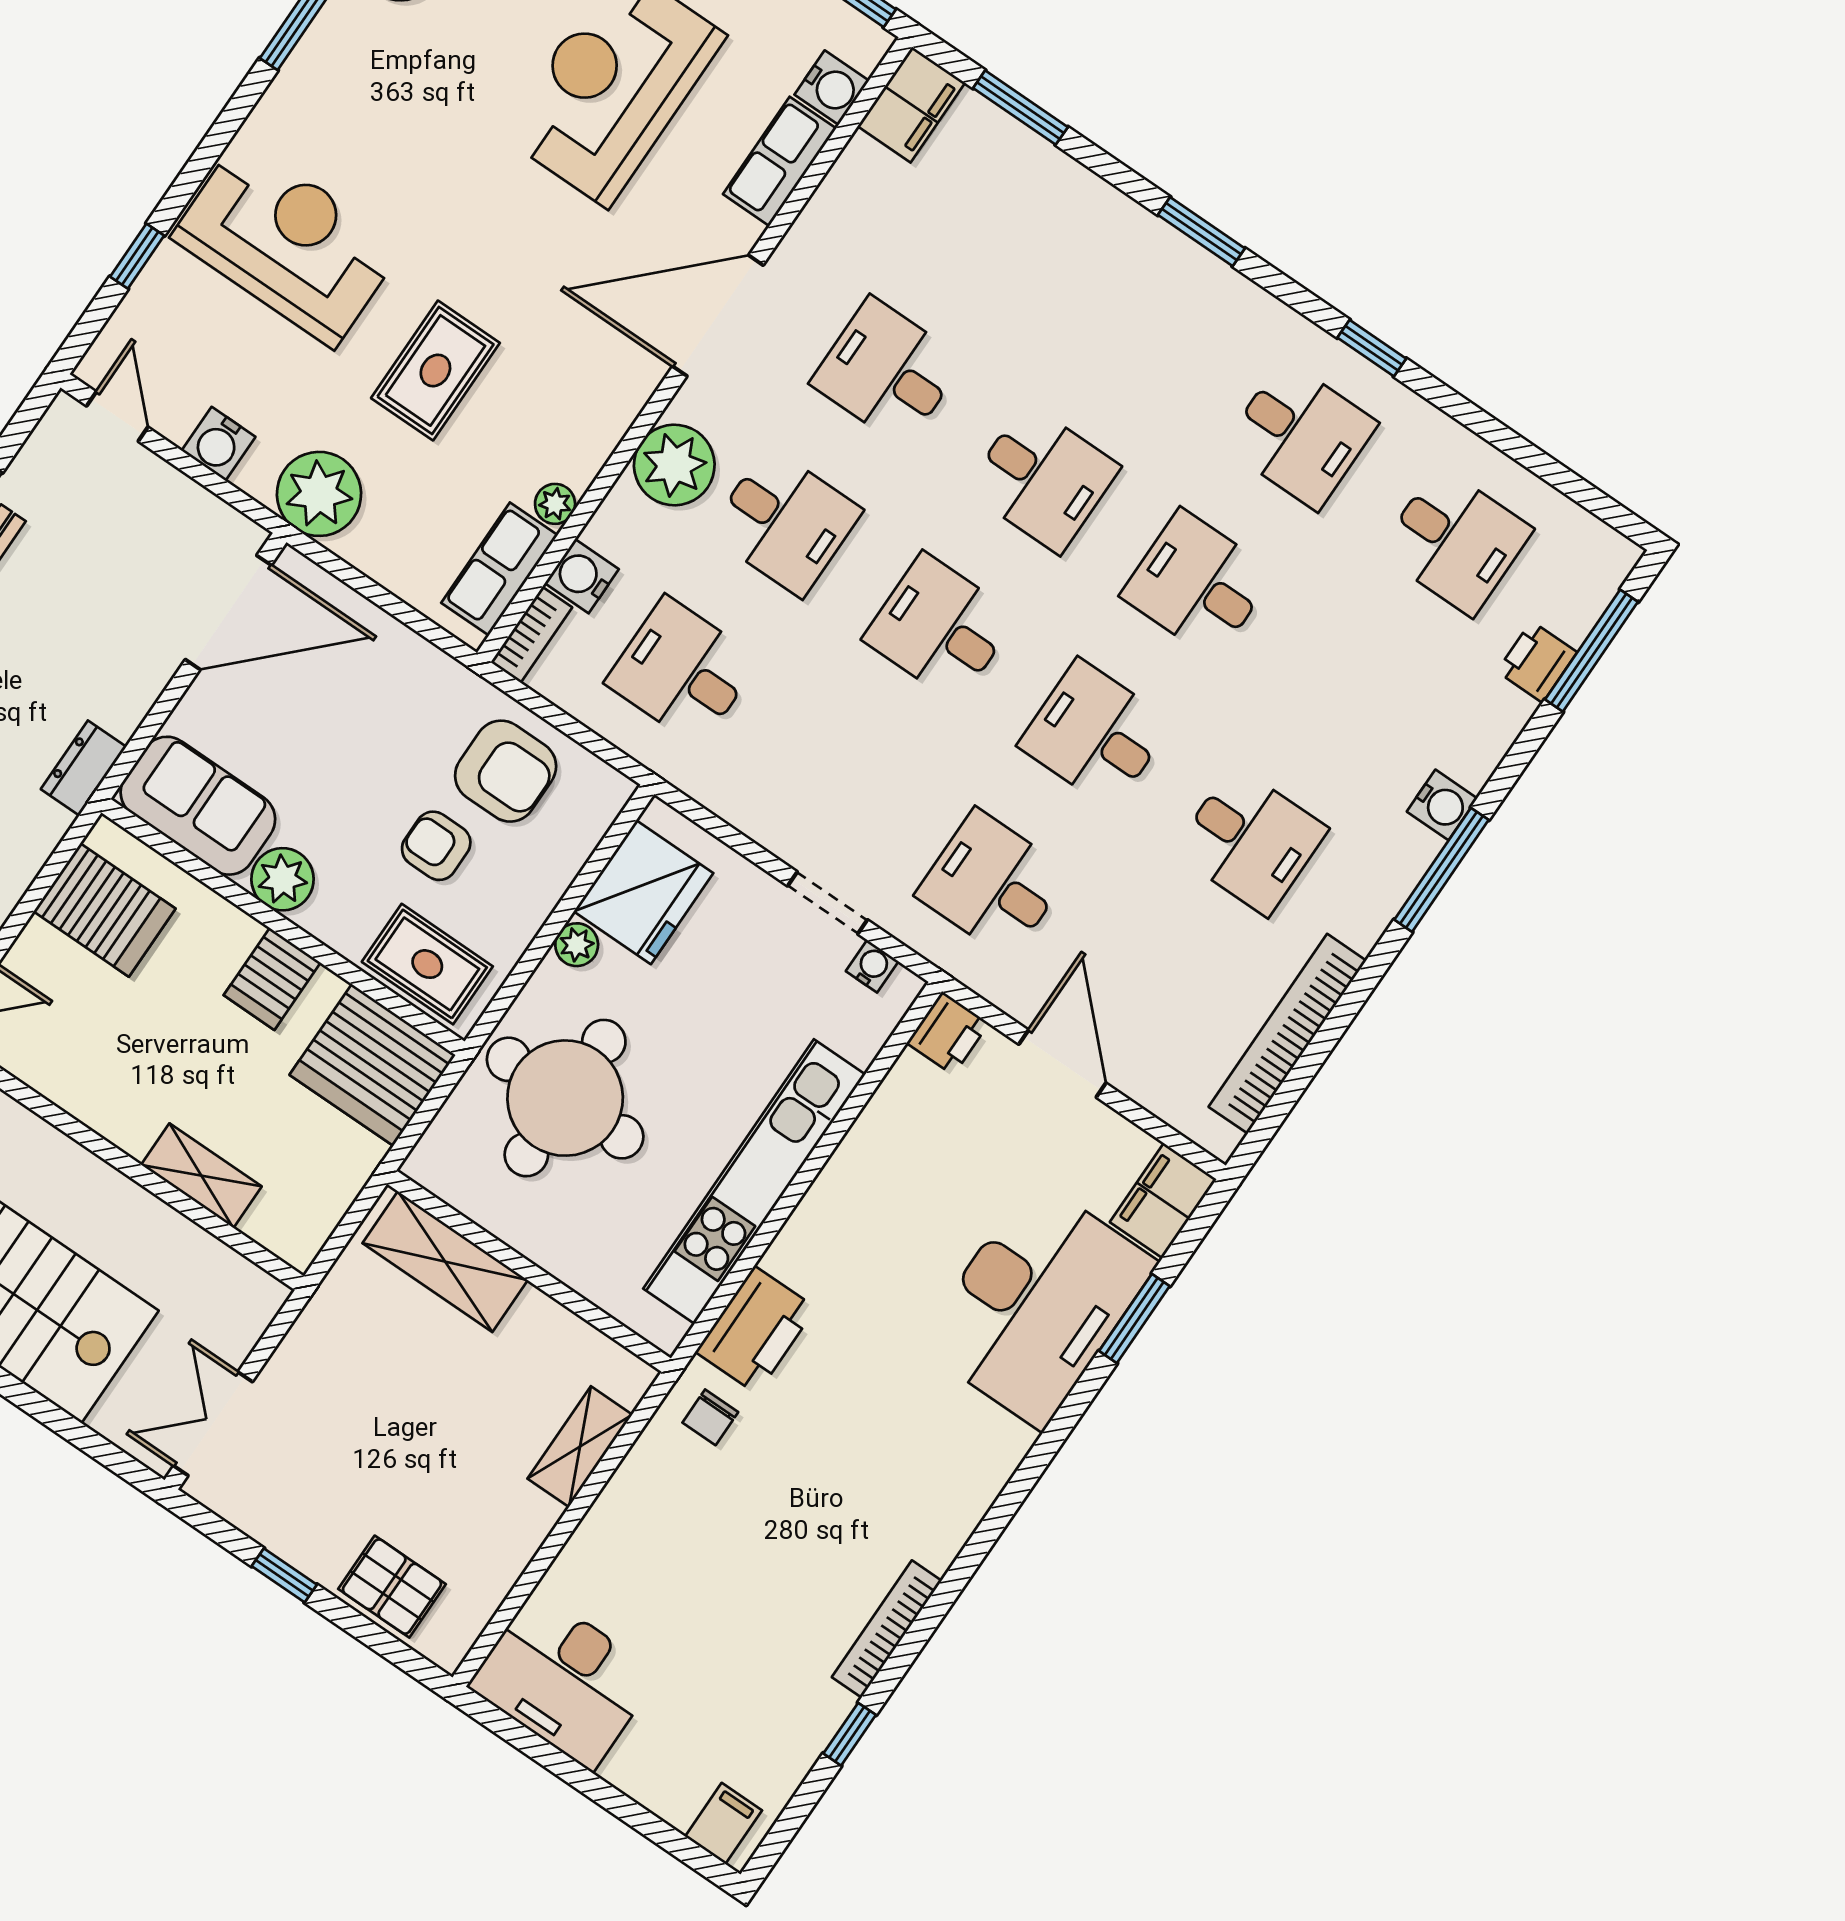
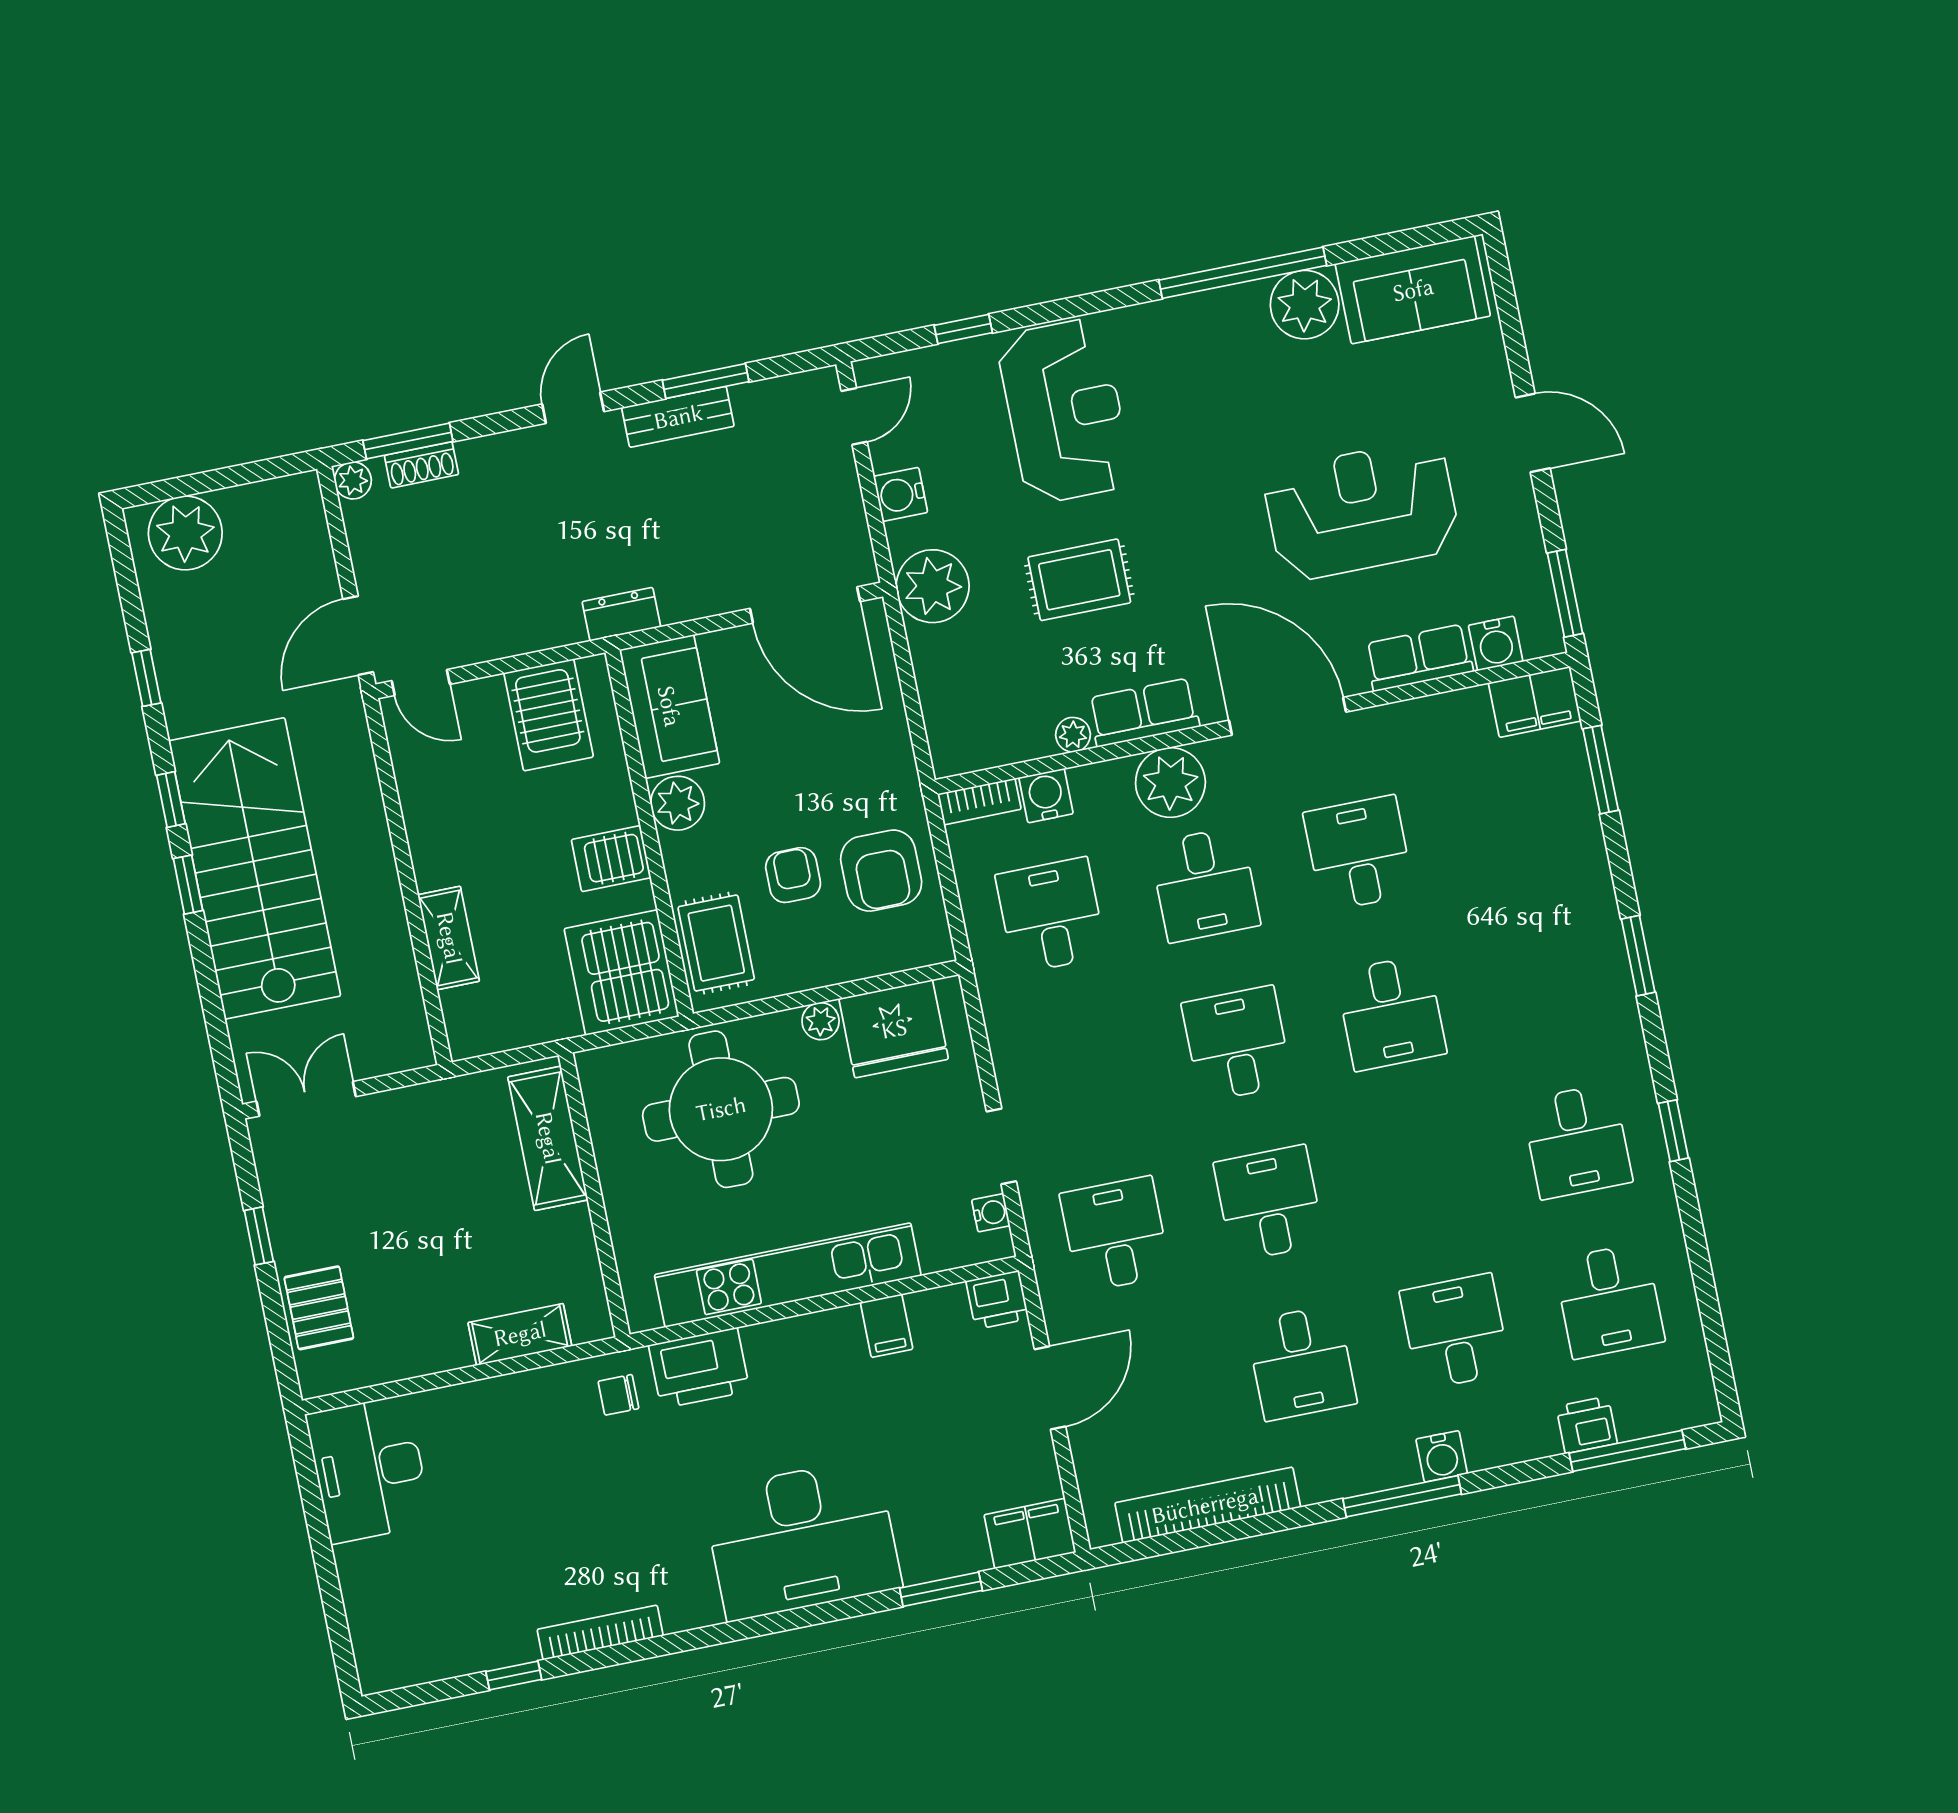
row of seats: (499, 569) -> (1144, 712), moved
desk: (1198, 584) -> (1455, 1332), moved
desk: (1037, 1304) -> (802, 1539), moved
filing cabinet: (723, 1823) -> (887, 1326), moved, turned 90

